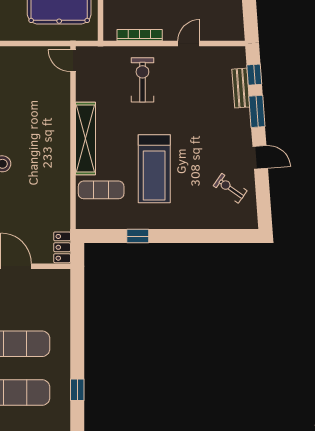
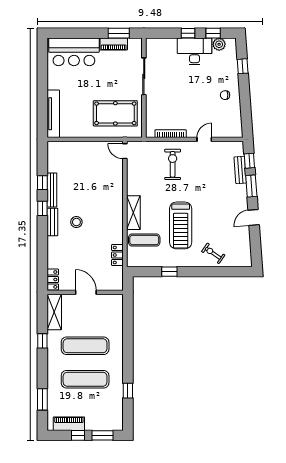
shelving: (85, 138) -> (133, 213), width x0.68
door: (260, 157) -> (254, 218), swing flipped
exercise bike: (230, 188) -> (213, 253), moved
locker: (62, 247) -> (117, 255), moved
window: (77, 390) -> (128, 391), moved

